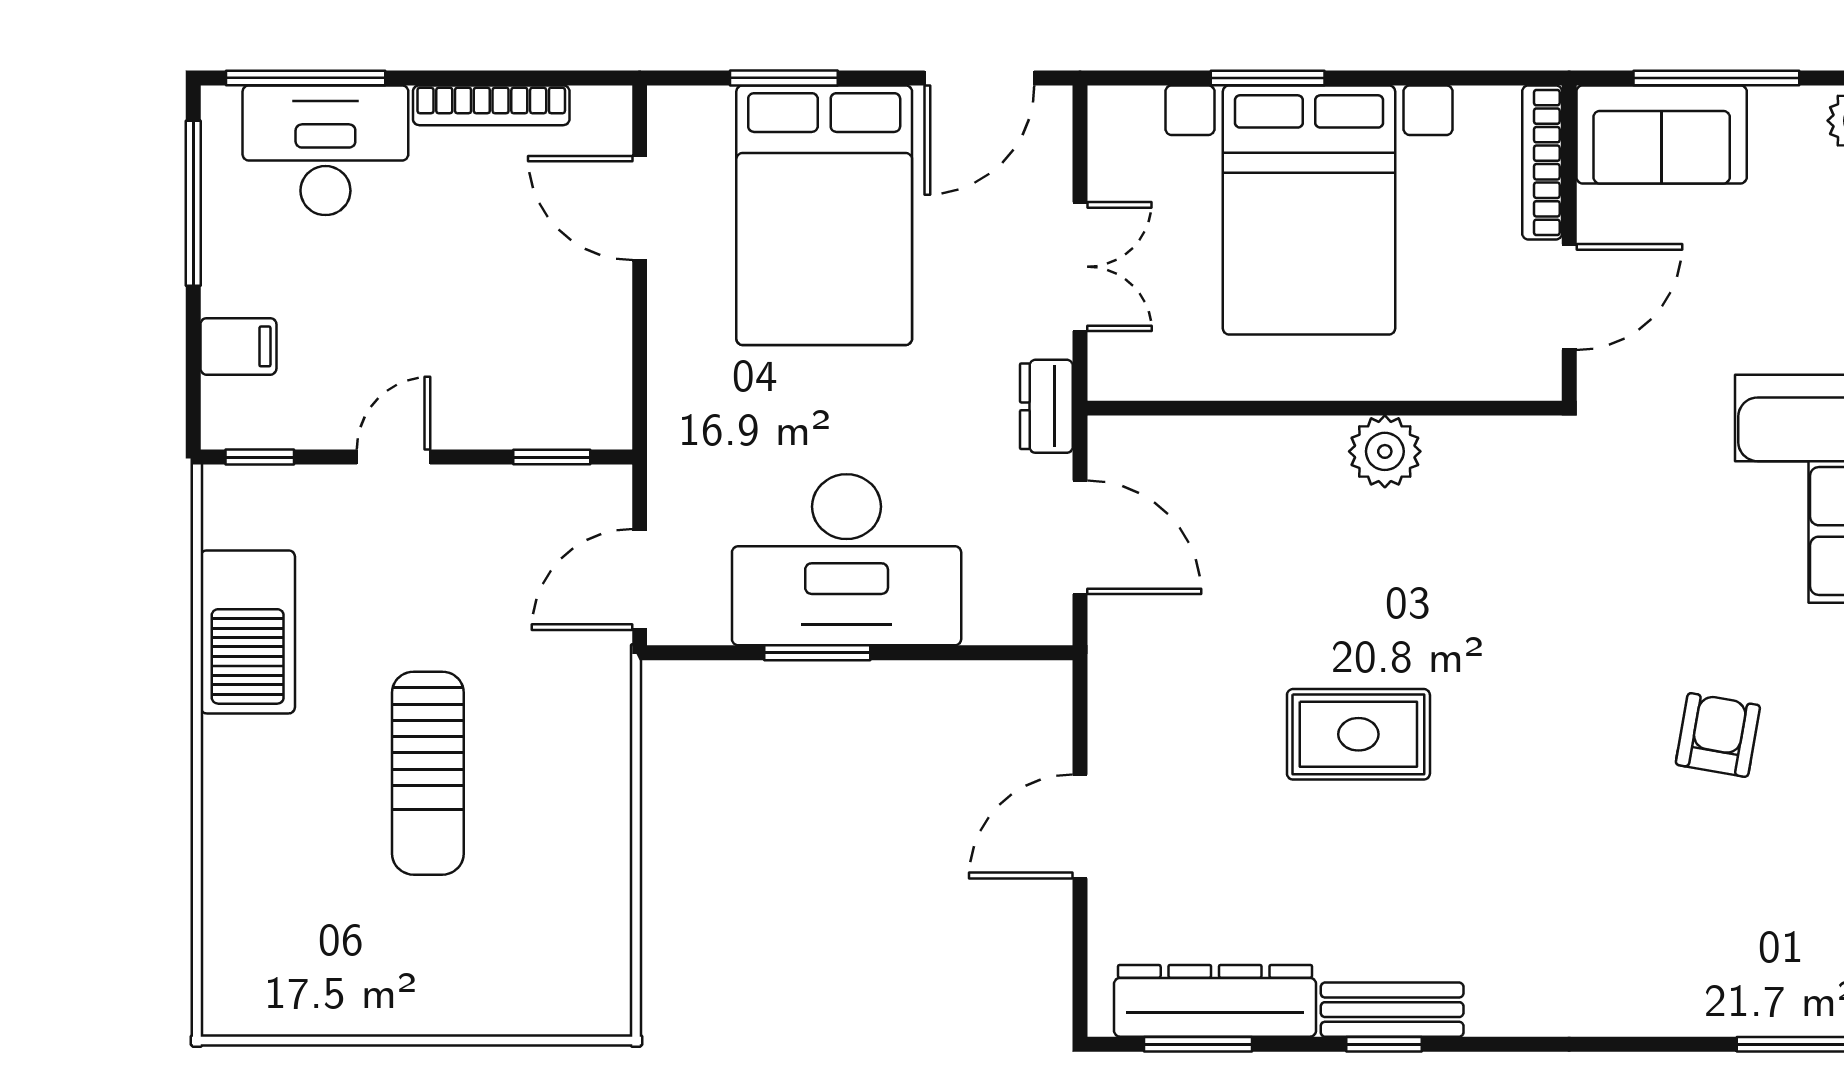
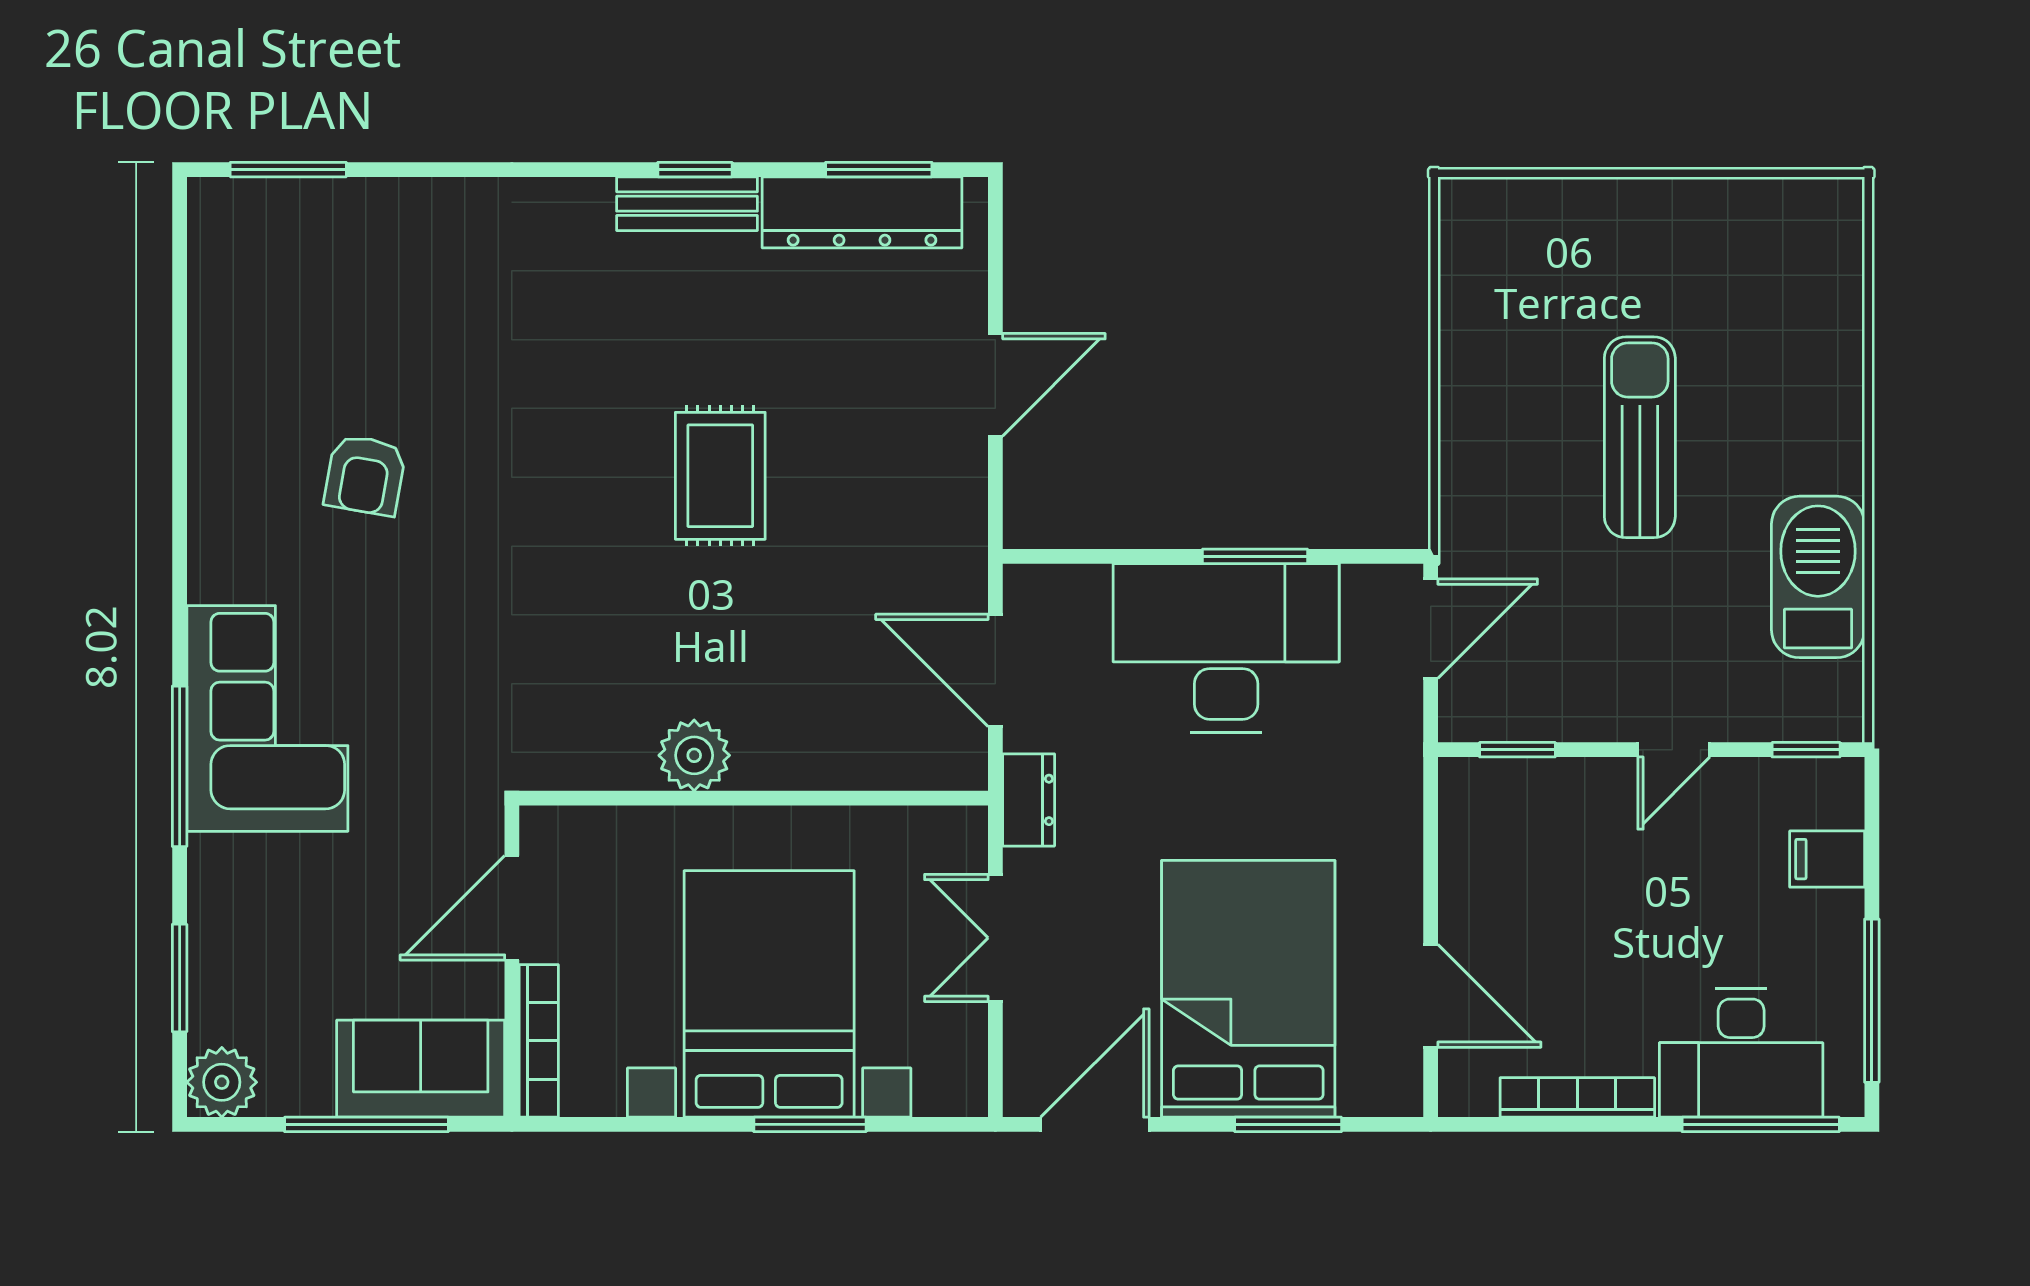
rug: (1358, 734) -> (720, 476), turned 90

